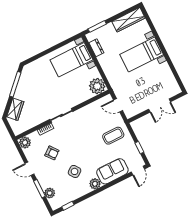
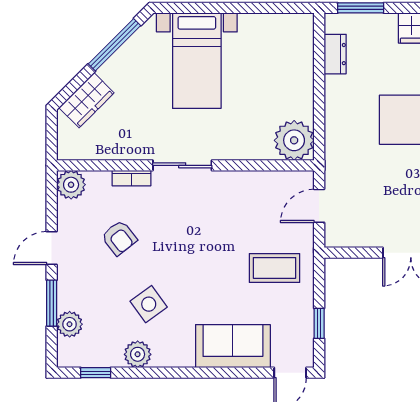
bed with nightstands: (71, 60) -> (197, 61), moved, turned -90
door: (118, 105) -> (319, 206), hinge flipped
door: (29, 169) -> (52, 248), hinge flipped
plant: (95, 184) -> (138, 354), moved

